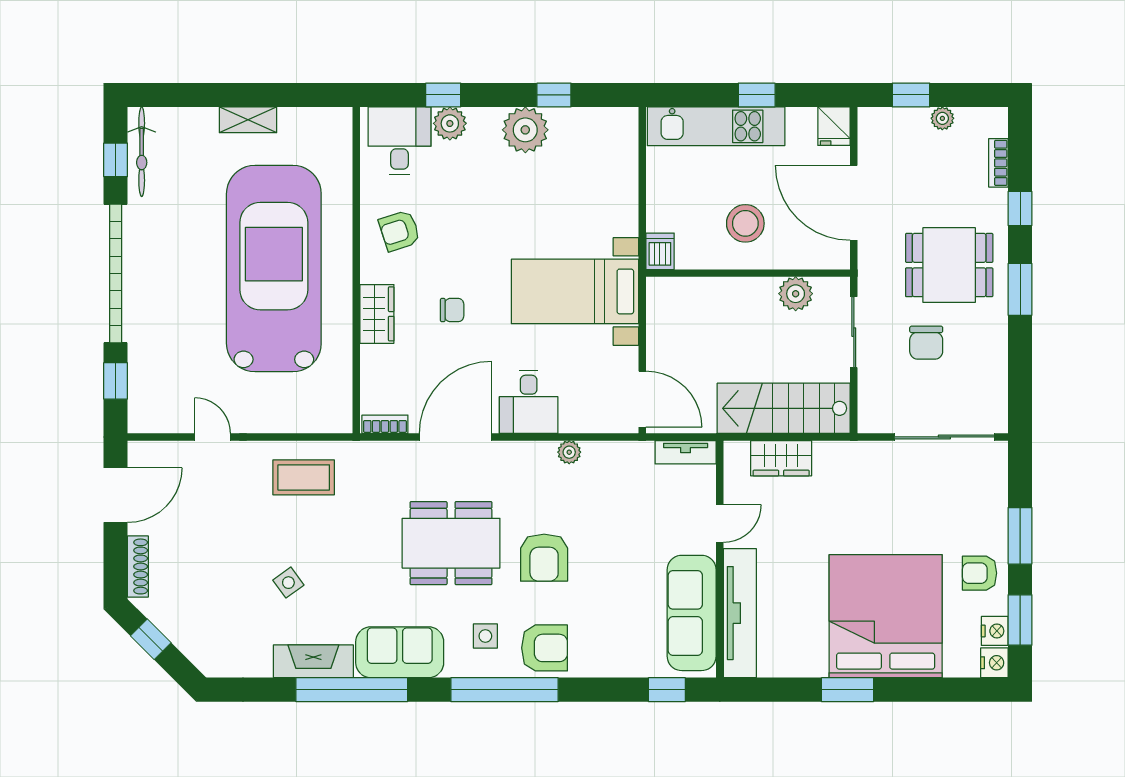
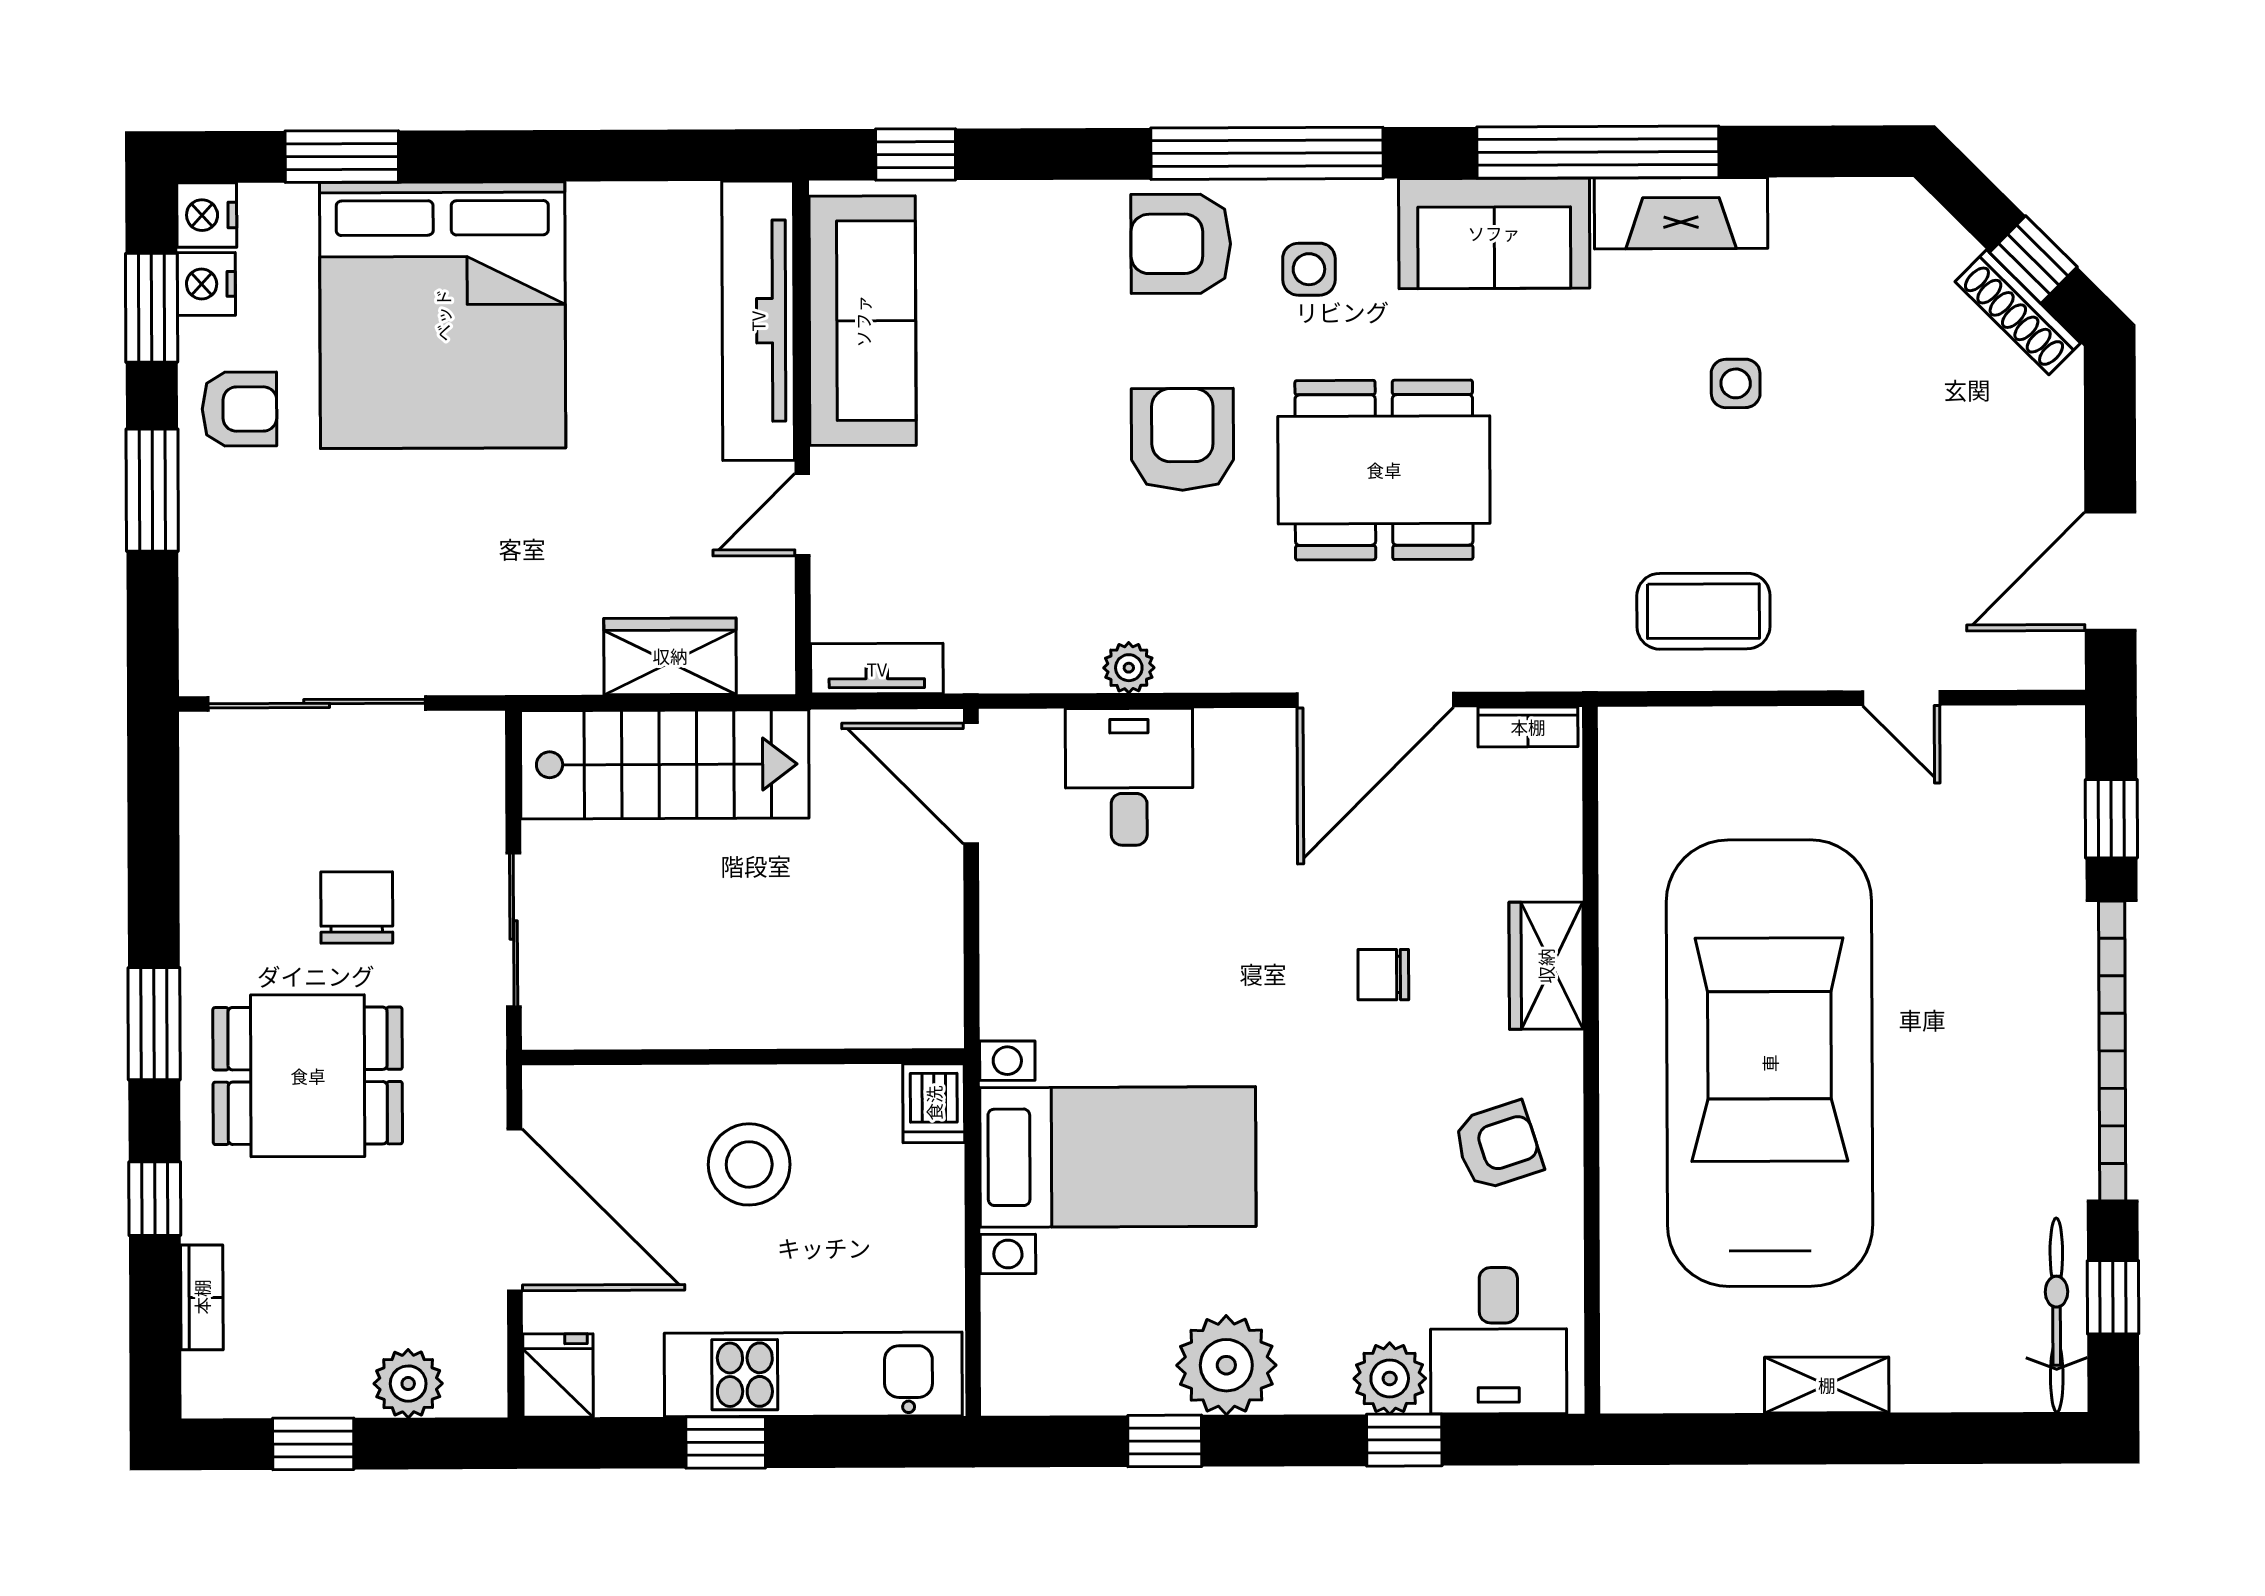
window: (911, 95) -> (313, 1444), moved
plant: (942, 118) -> (408, 1384), moved, width x1.38, depth x1.38
car: (274, 269) -> (1770, 1063), turned 180
bed with nightstands: (575, 291) -> (1118, 1157), moved
plant: (796, 294) -> (640, 1013), removed
desk: (529, 402) -> (1129, 777), moved
shoe rack: (138, 566) -> (2018, 312), moved, turned -45
side table: (288, 583) -> (1736, 383), turned 36
window: (848, 690) -> (342, 157), moved

